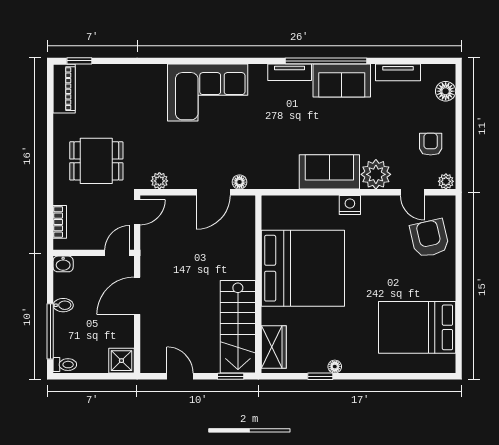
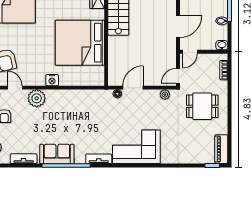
tv unit: (290, 72) -> (99, 159), moved
sofa: (329, 172) -> (64, 100), removed

